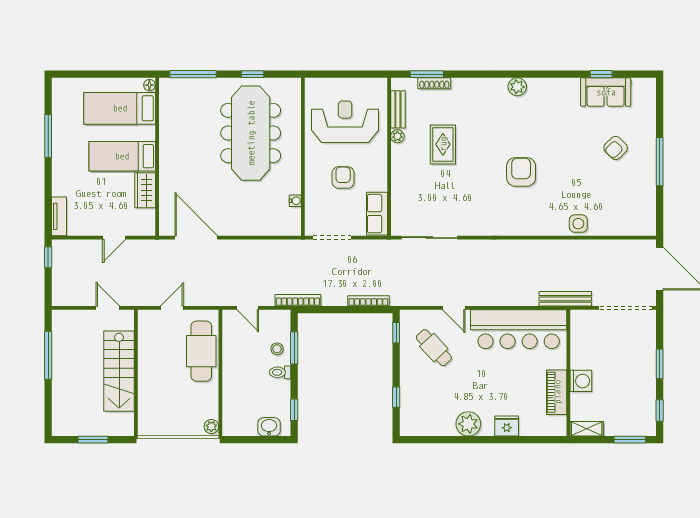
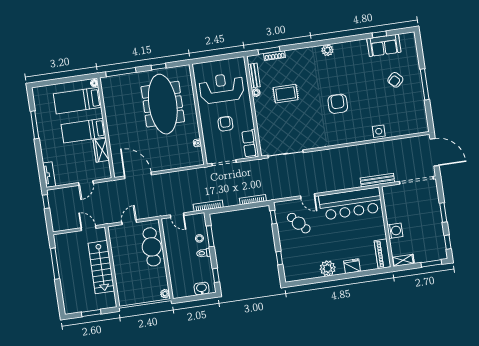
rug: (443, 144) -> (286, 94), turned 90
piano: (557, 392) -> (383, 254), moved

